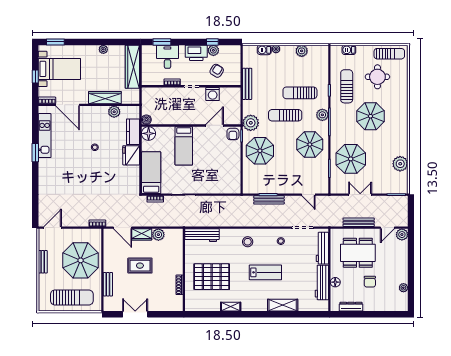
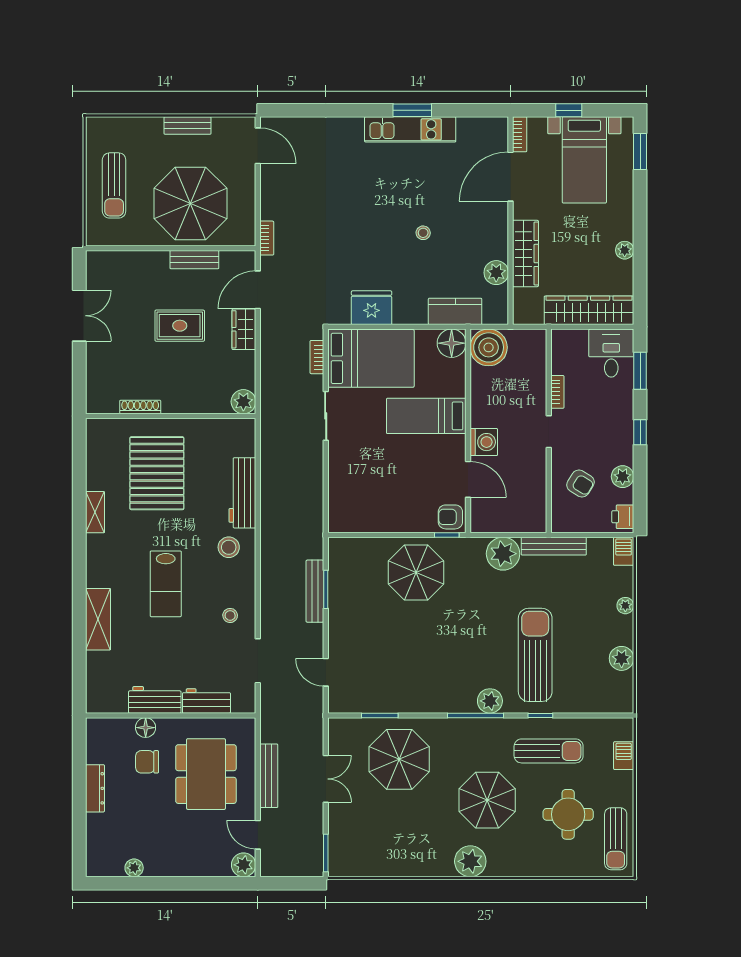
window: (212, 42) -> (640, 432), moved
barbecue: (264, 50) -> (624, 551), moved
printer: (196, 53) -> (623, 517), moved, width x0.53, depth x0.68
desk: (167, 57) -> (611, 353), moved, turned -90
sun lounger: (300, 93) -> (535, 655), width x1.36, depth x1.34
washing machine: (213, 94) -> (484, 442), moved, turned 180
sun lounger: (285, 115) -> (489, 624), removed
boiler: (146, 120) -> (489, 347), width x1.86, depth x1.86
plant: (251, 123) -> (503, 554), moved
kitchen unit: (45, 136) -> (410, 129), moved
parasol: (310, 145) -> (429, 675), removed
fridge: (131, 155) -> (372, 308), moved
plant: (400, 164) -> (470, 861), moved
bed: (151, 173) -> (371, 358), width x1.50
door: (308, 195) -> (326, 672), hinge flipped
plant: (158, 235) -> (243, 402), moved
workbench: (202, 235) -> (242, 493), moved
workbench: (322, 248) -> (206, 701), width x0.73
rug: (140, 266) -> (180, 326), turned 90
workbench: (322, 282) -> (155, 700), width x0.73
chair: (370, 282) -> (147, 762), moved
bench: (108, 284) -> (194, 260), moved
sun lounger: (72, 297) -> (114, 185), width x0.73, depth x0.75
dresser: (351, 307) -> (95, 788), moved

